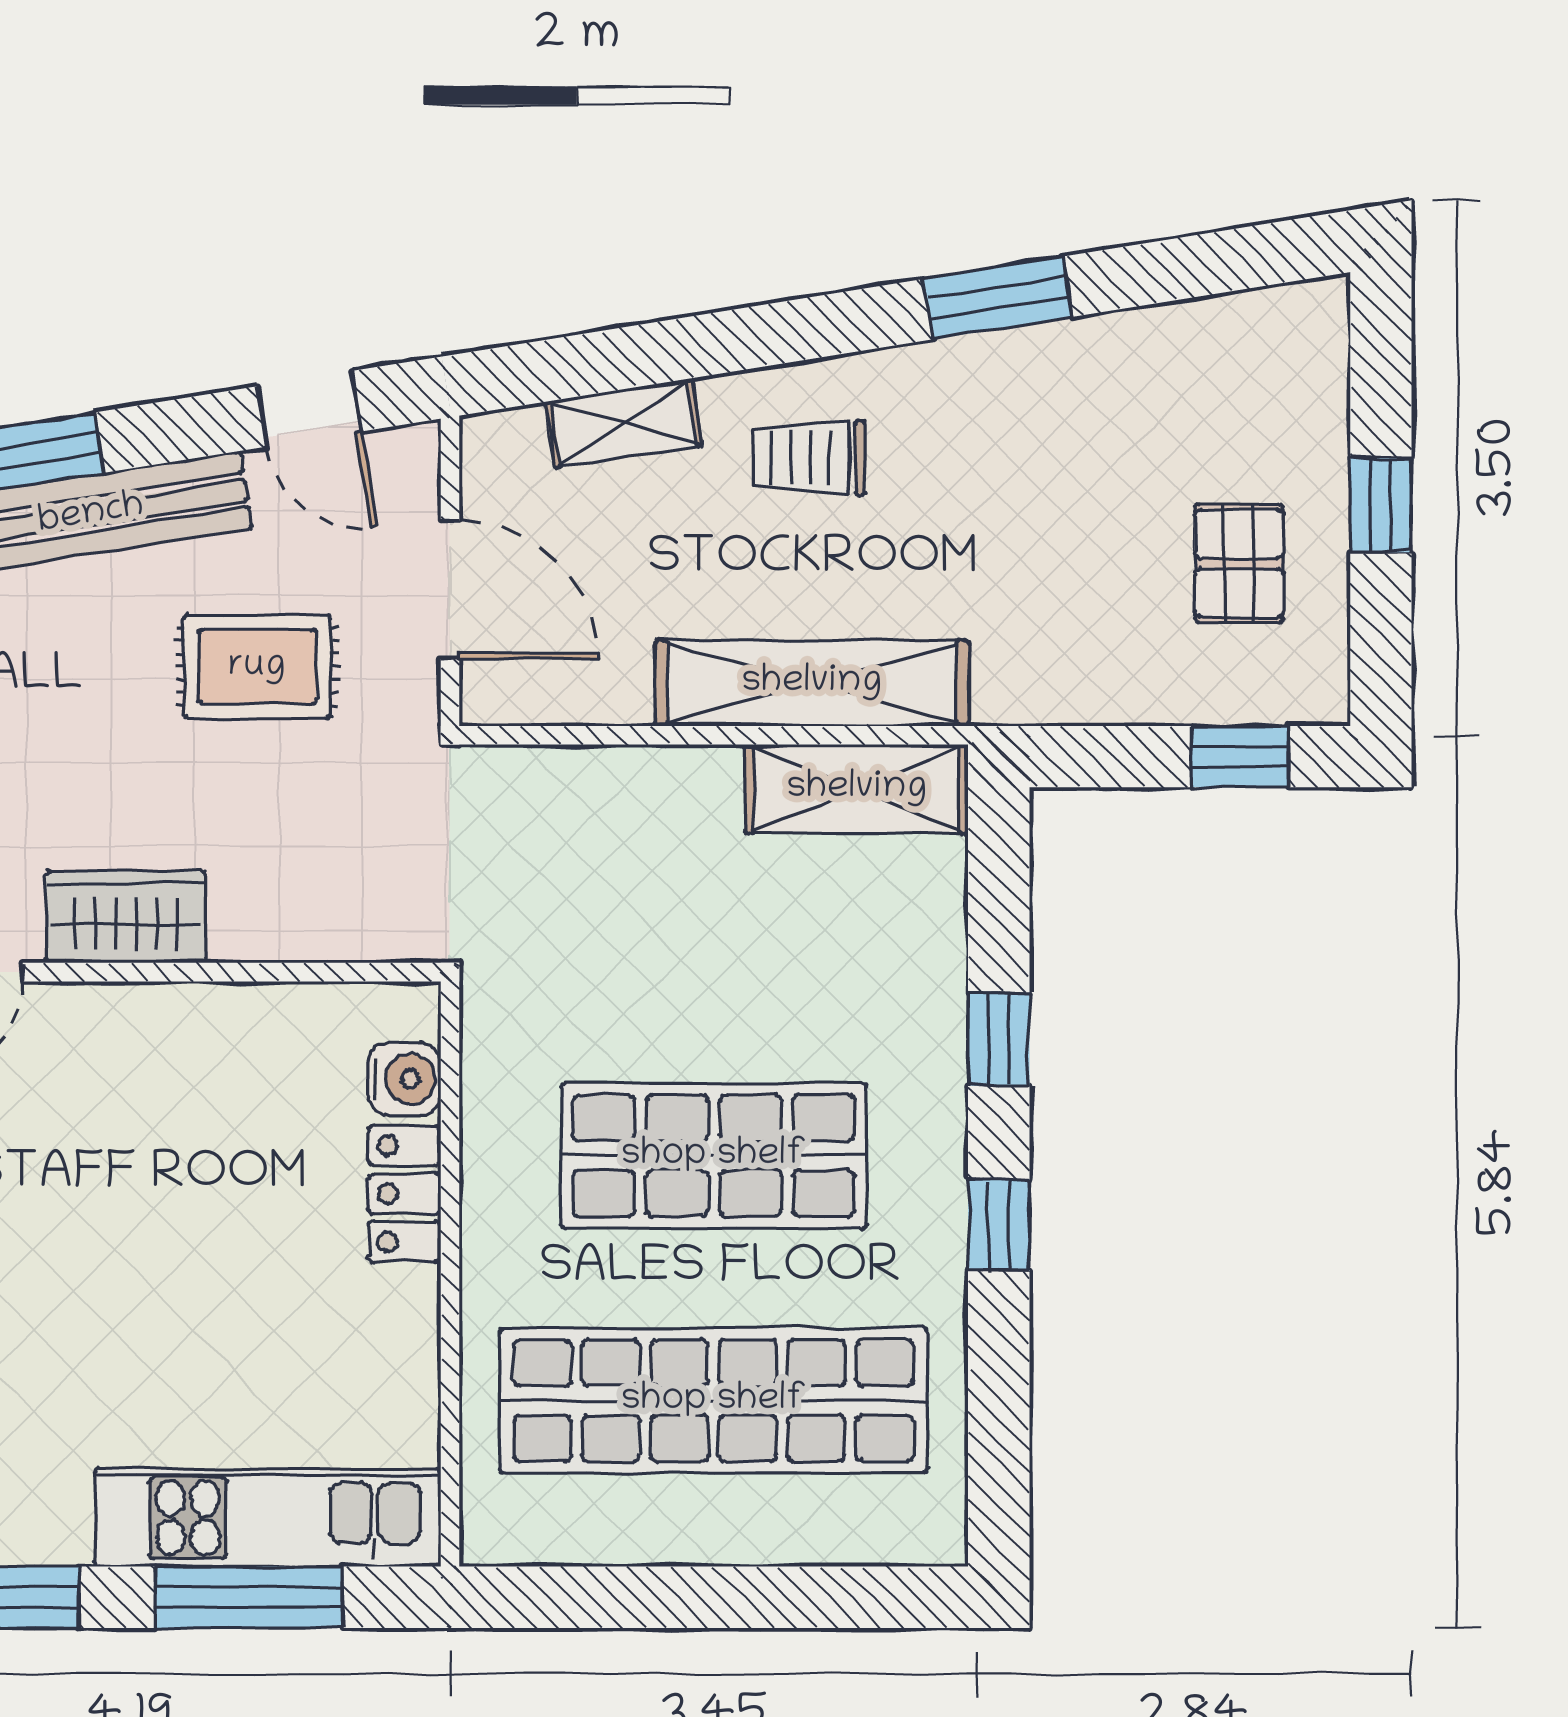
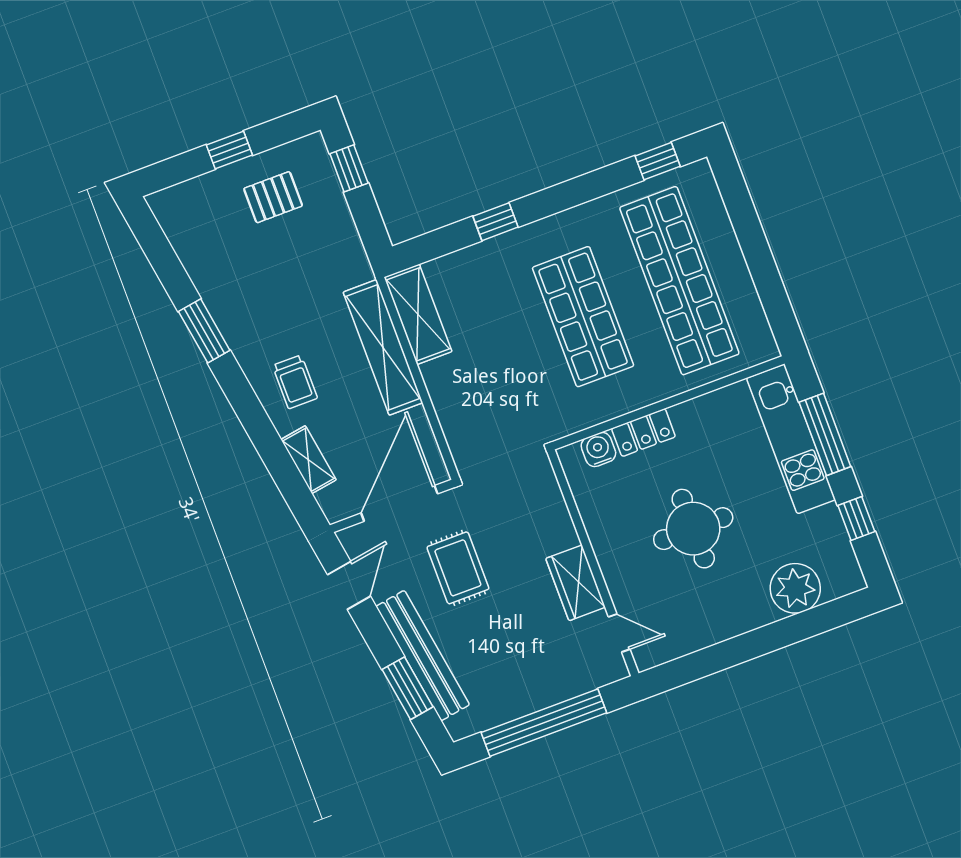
door: (450, 590) -> (399, 503), width x1.36
round table: (149, 1225) -> (693, 529), added
window: (999, 1225) -> (658, 161), moved

